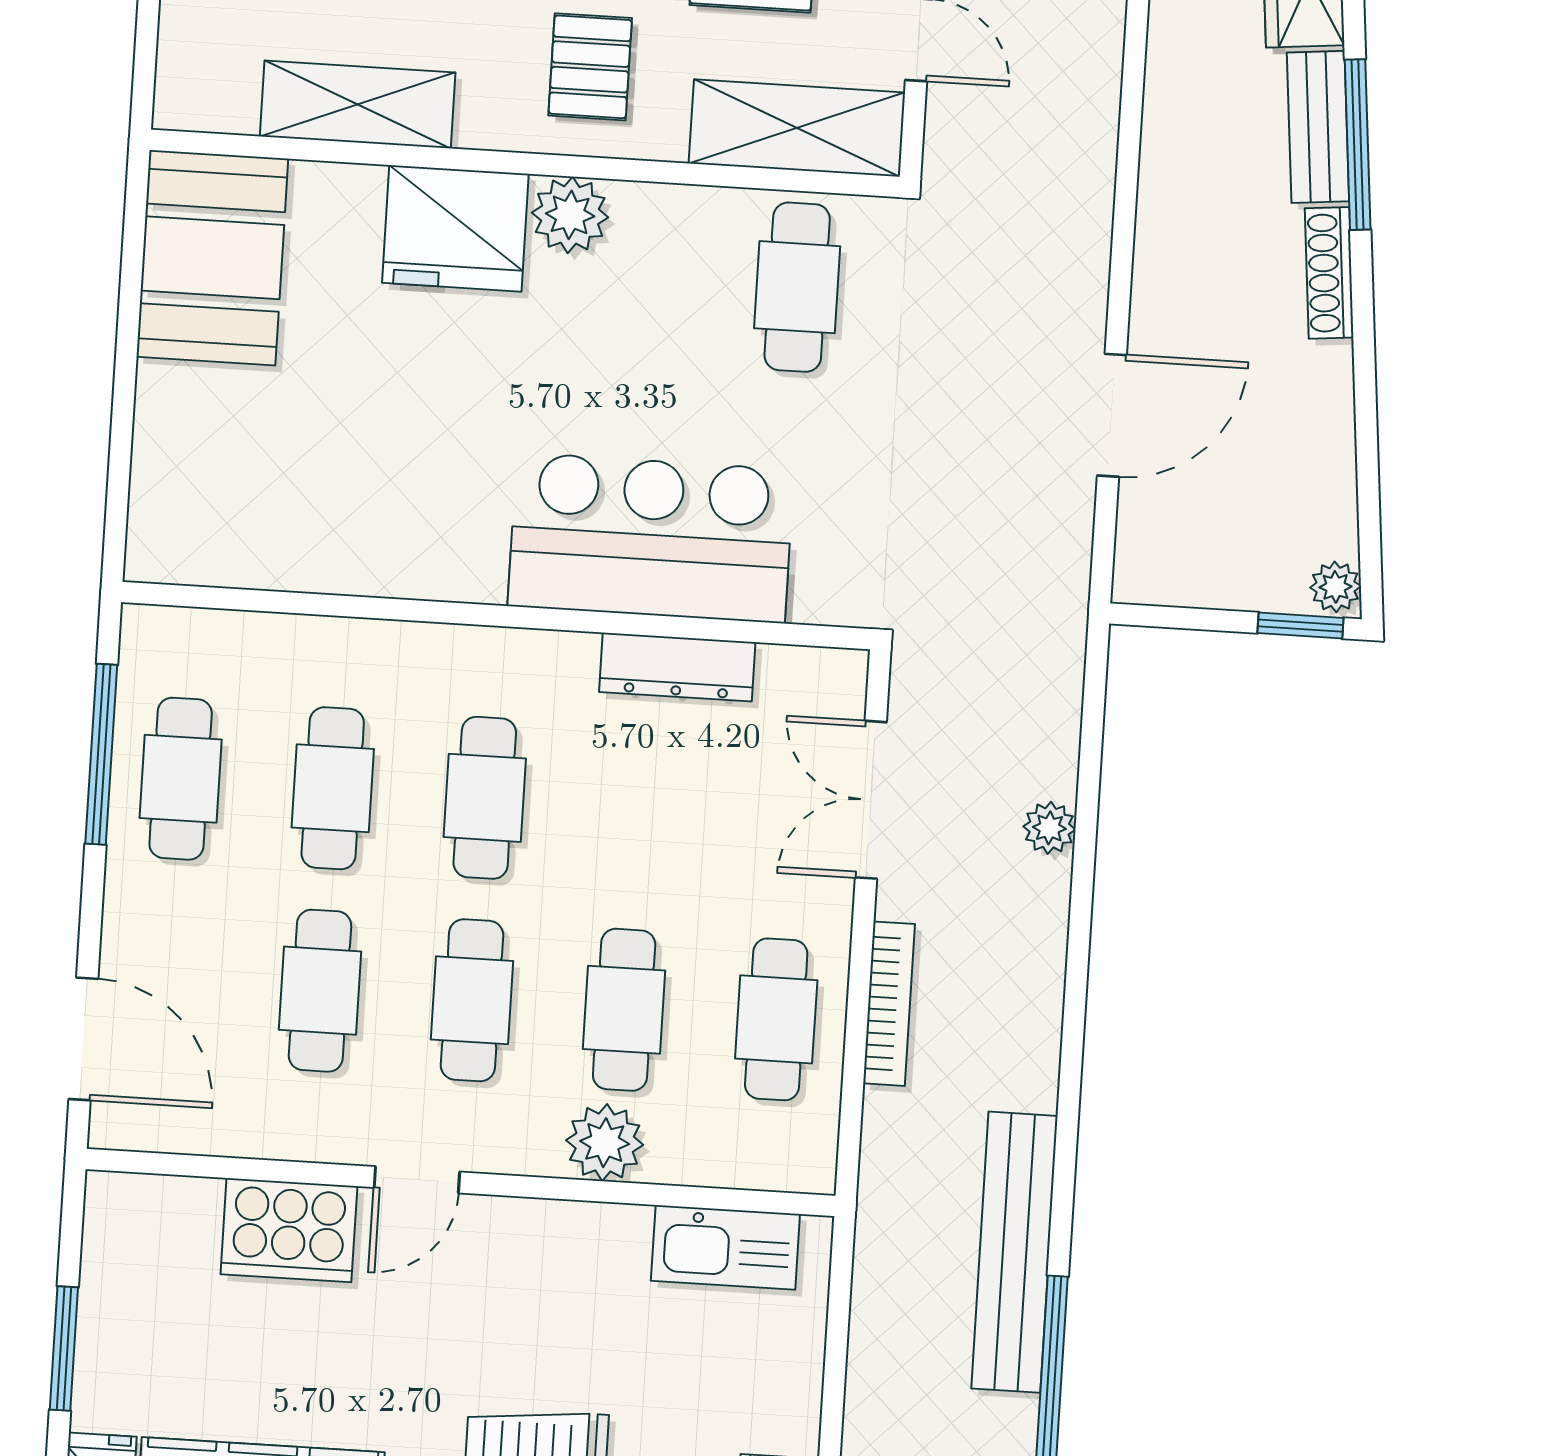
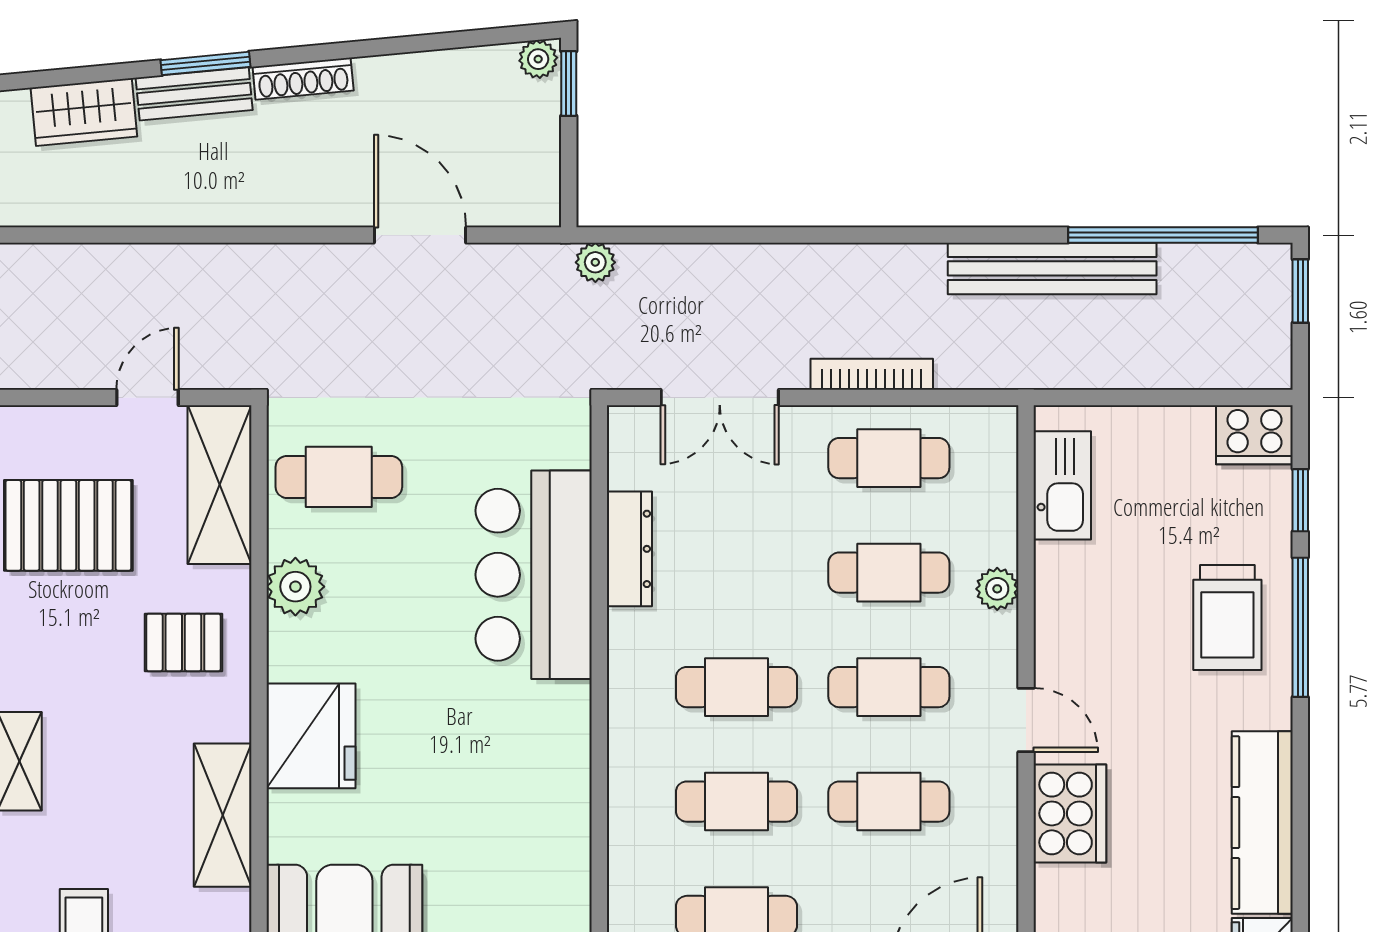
window: (1358, 145) -> (205, 63), width x0.69
plant: (570, 215) -> (295, 587), moved
plant: (1049, 828) -> (595, 262), moved
plant: (605, 1143) -> (997, 589), width x0.73, depth x0.73

